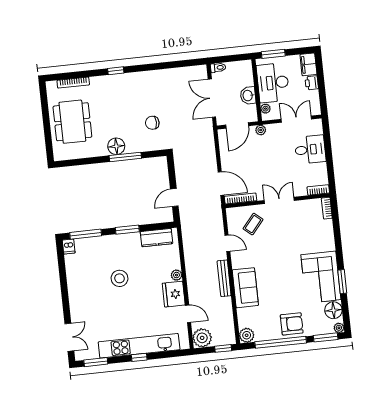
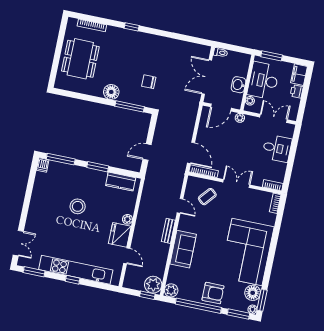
window: (125, 157) -> (130, 106), moved
corner sofa: (321, 277) -> (247, 252), width x1.36, depth x1.36
bench: (224, 278) -> (168, 231), width x0.73
window: (342, 282) -> (262, 300), moved
plant: (202, 338) -> (153, 285), moved

